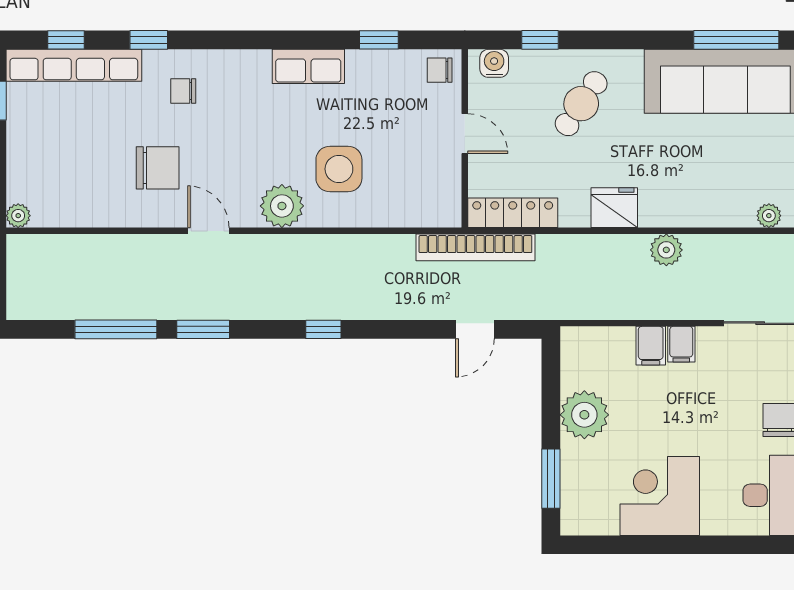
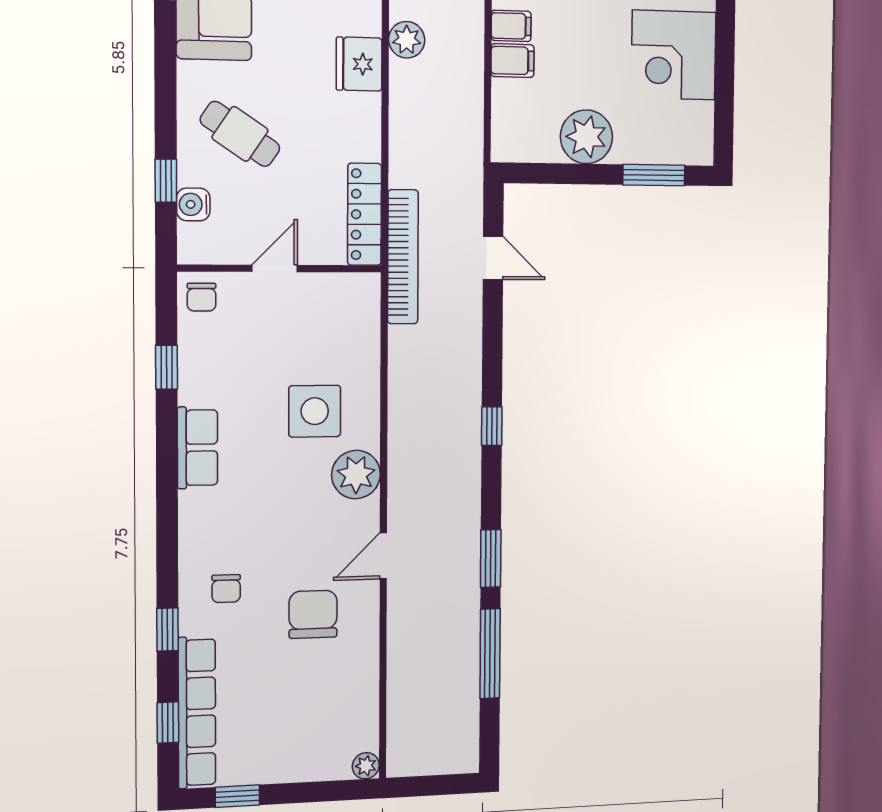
water cooler: (494, 63) -> (193, 204), moved
fridge: (614, 208) -> (359, 64), moved

